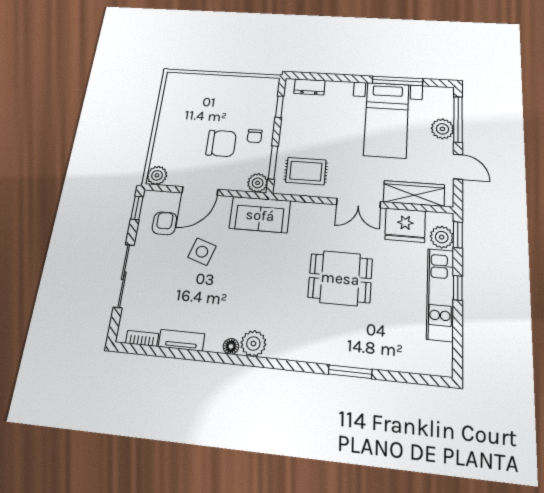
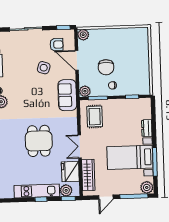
dresser: (309, 87) -> (147, 128), moved
plant: (442, 129) -> (147, 187), moved

